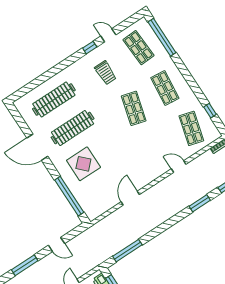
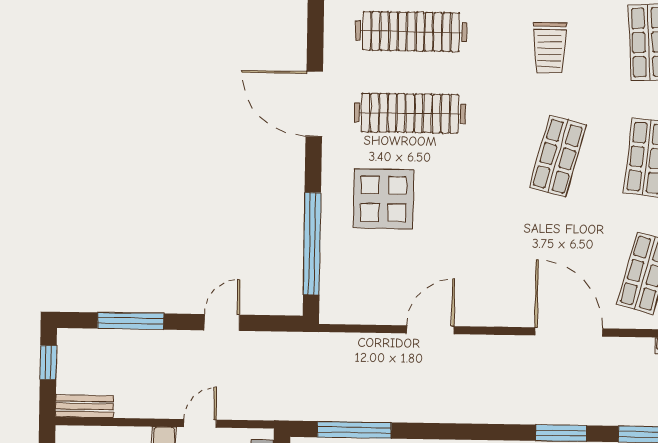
door: (179, 167) -> (569, 332), width x1.87
door: (57, 244) -> (222, 322), swing flipped

